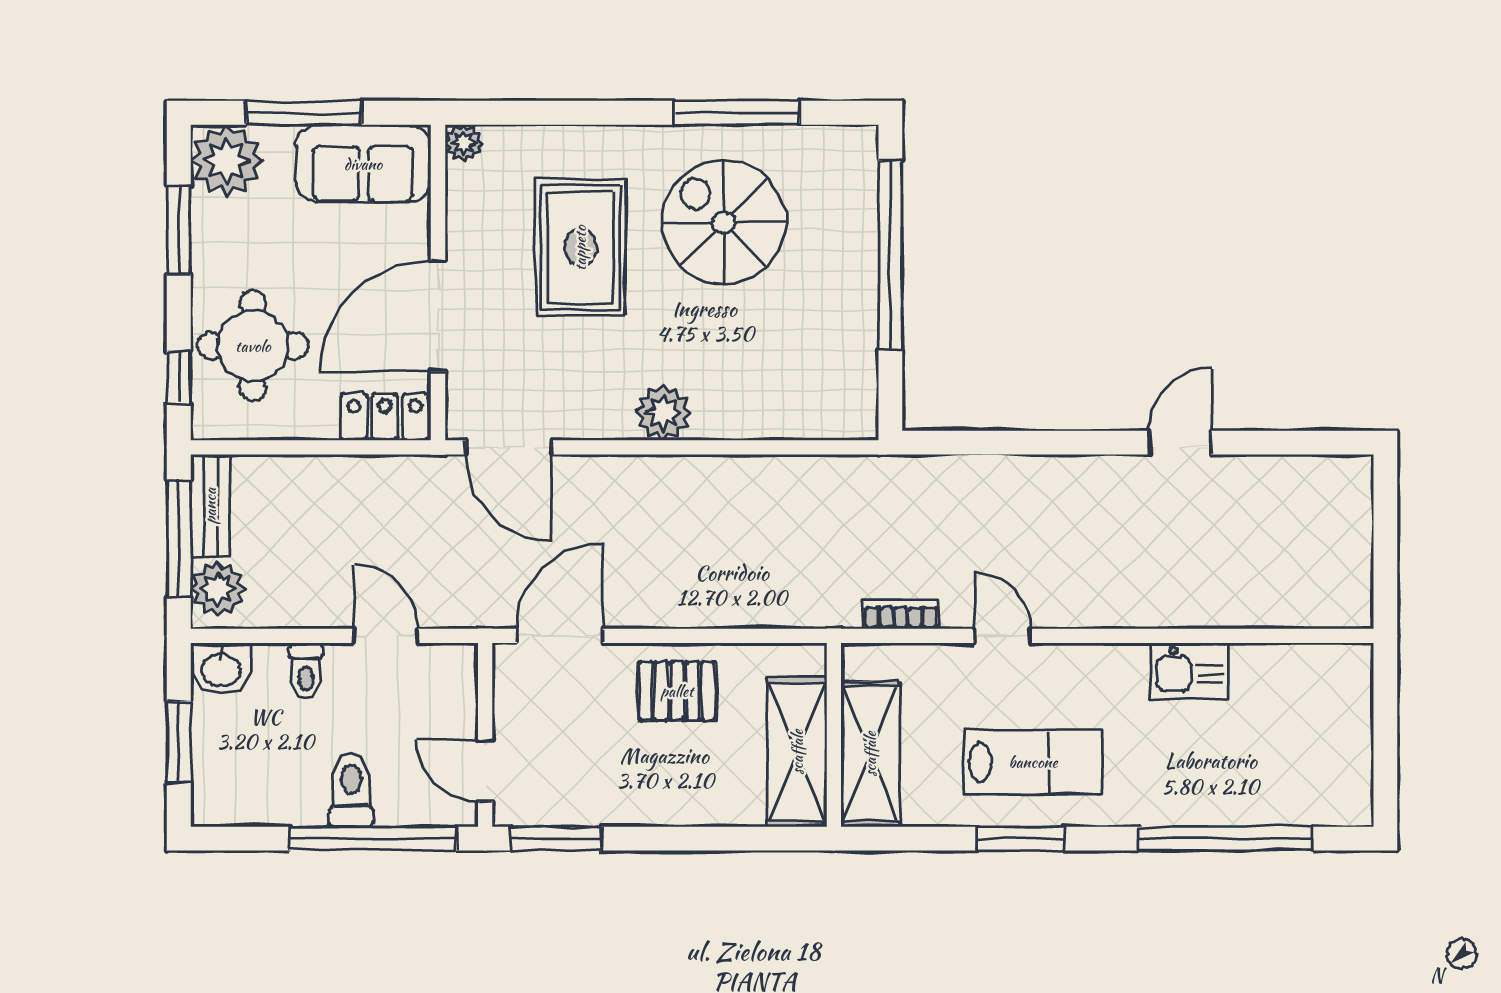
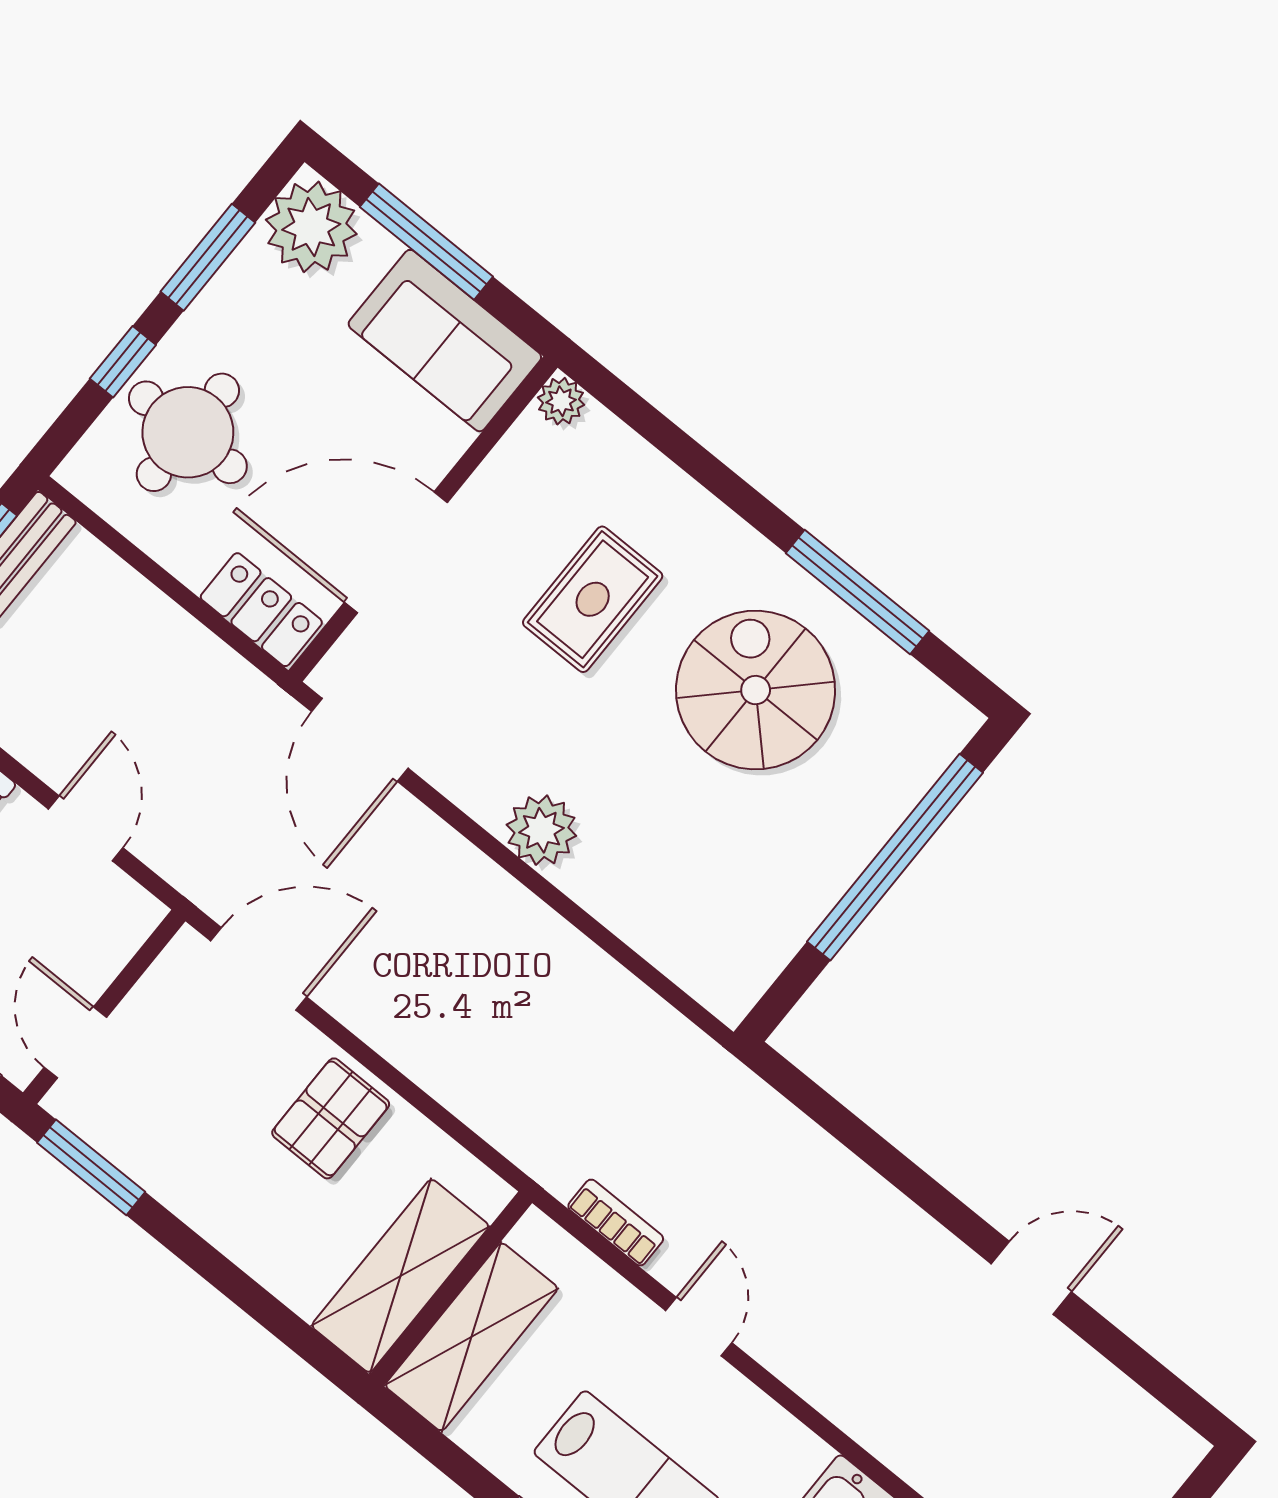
rug: (580, 248) -> (593, 599), width x0.73, depth x0.70
window: (179, 377) -> (123, 362), moved
pallet: (677, 691) -> (331, 1118), turned 90

